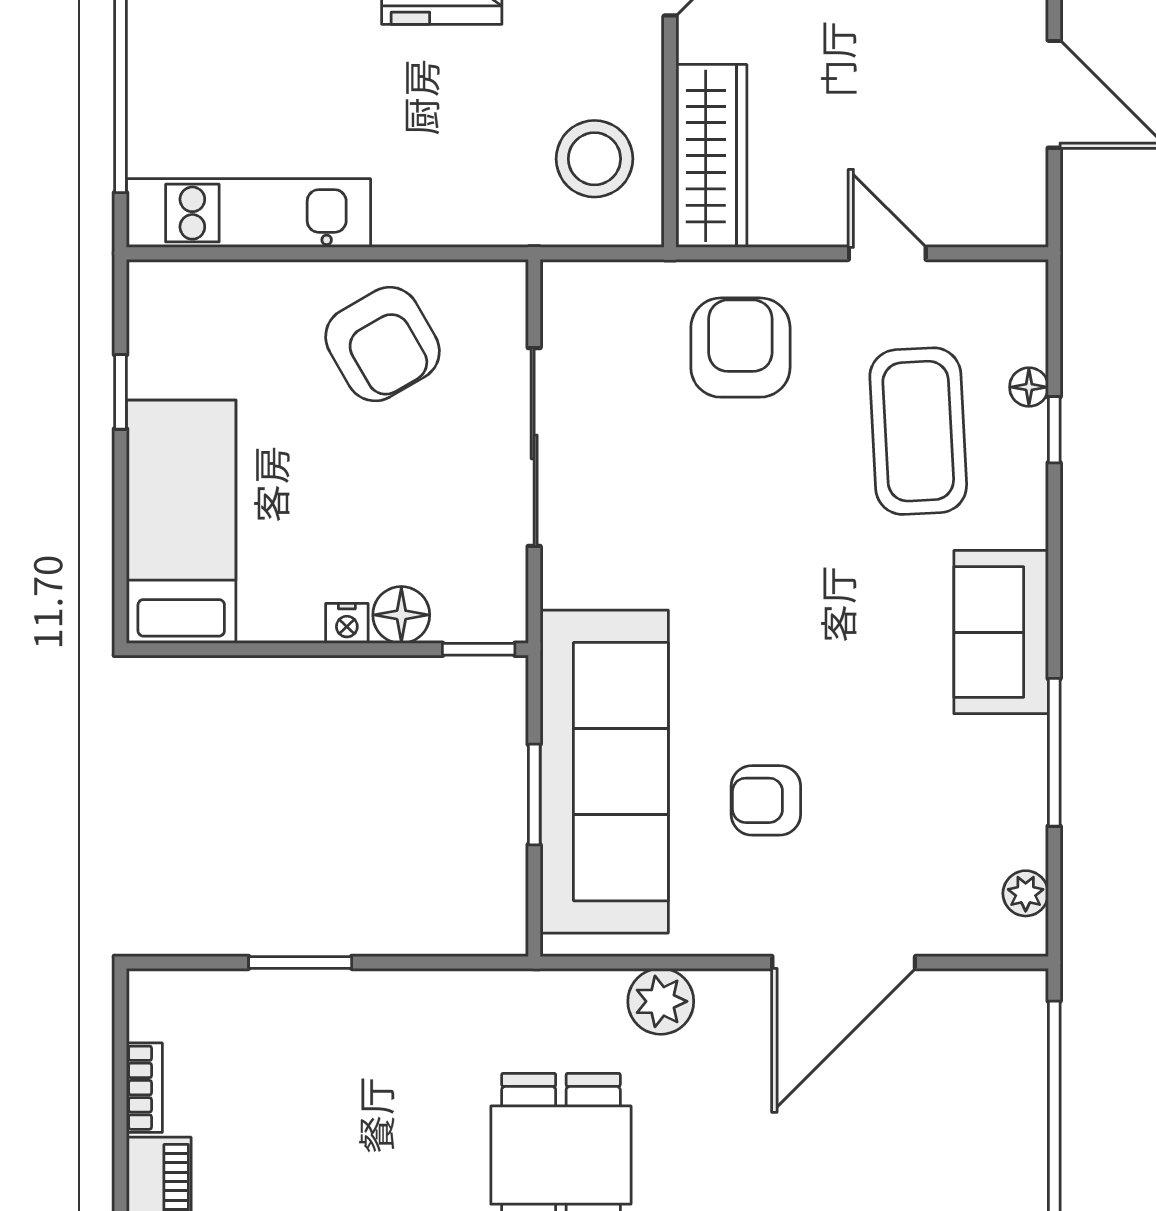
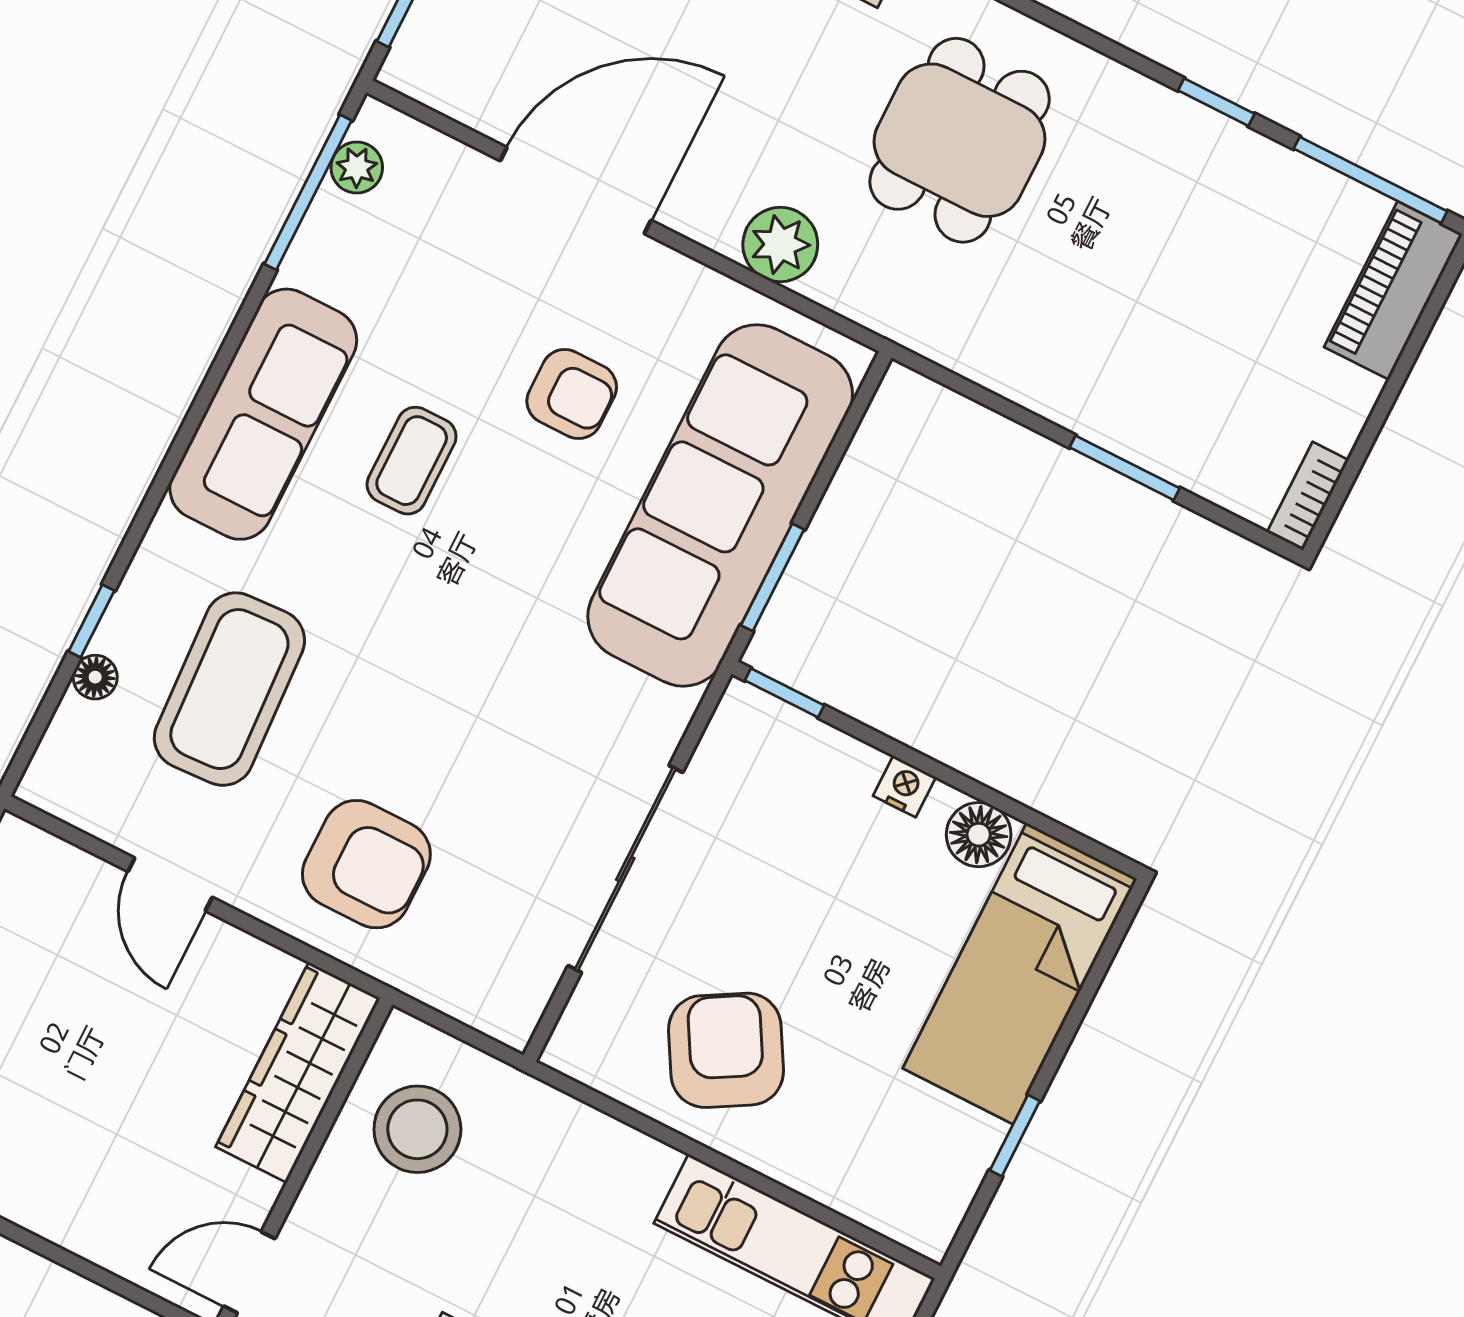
armchair: (740, 348) -> (366, 864), turned -90
floor lamp: (401, 615) -> (979, 835), moved
sofa: (1001, 632) -> (263, 414), width x1.36
coffee table: (866, 684) -> (412, 461), added
window: (1054, 752) -> (308, 192), moved
window: (534, 795) -> (773, 577), moved
bookcase: (144, 1088) -> (1308, 496), moved

